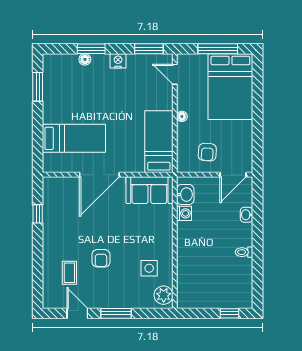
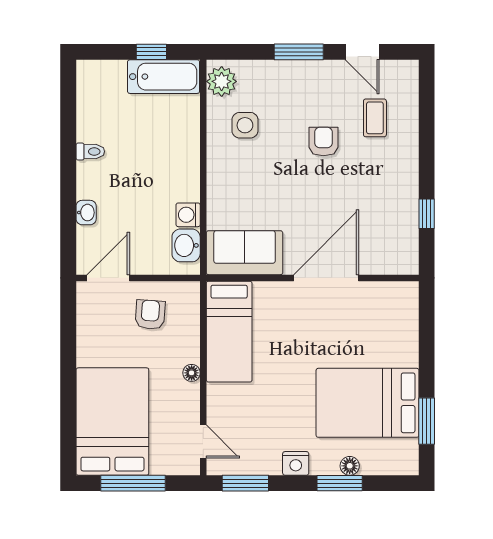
bed: (74, 138) -> (368, 403), moved, width x1.50
bathtub: (199, 298) -> (164, 77), added
window: (229, 313) -> (151, 52), moved

